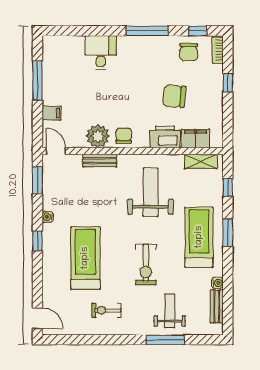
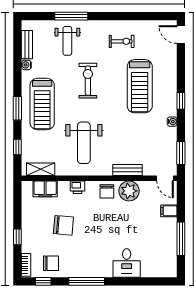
chair: (189, 52) -> (51, 263), turned 90
printer: (165, 137) -> (78, 187), width x0.53, depth x0.68

